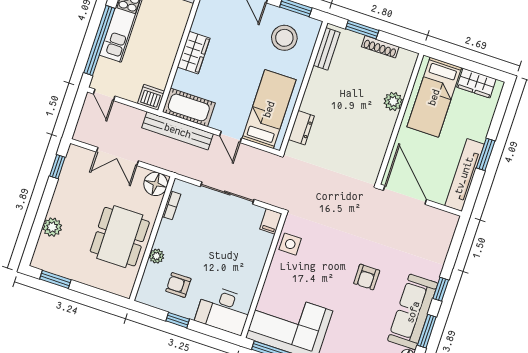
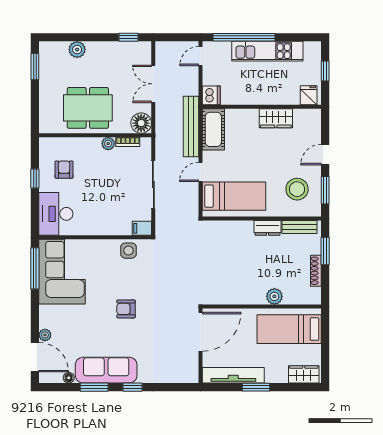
wardrobe: (194, 53) -> (276, 118), moved
wardrobe: (476, 83) -> (304, 374), moved, turned 90
dresser: (301, 128) -> (267, 228), moved
plant: (157, 256) -> (108, 144), moved
armchair: (367, 277) -> (126, 309), moved

